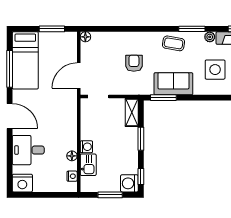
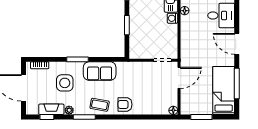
armchair: (134, 63) -> (125, 104), moved, turned 90
window: (163, 98) -> (78, 59), moved
shelving: (132, 112) -> (135, 47), removed

